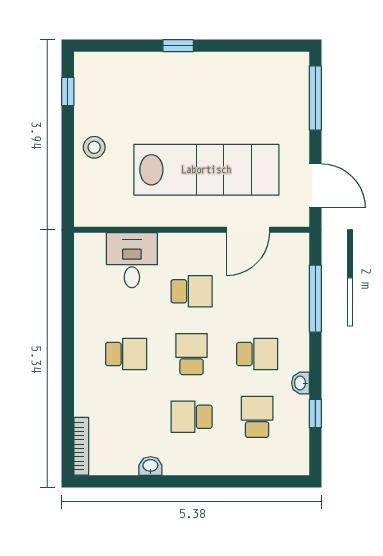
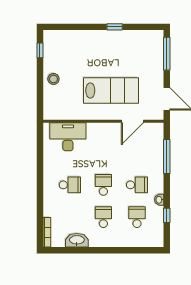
window: (178, 46) -> (115, 27), moved
lab bench: (206, 170) -> (111, 91), width x0.73
desk: (132, 260) -> (68, 137), width x1.37
school desk: (192, 291) -> (103, 153), removed
school desk: (192, 417) -> (103, 217), turned 90
washbasin: (150, 466) -> (77, 240), width x1.91, depth x1.45

